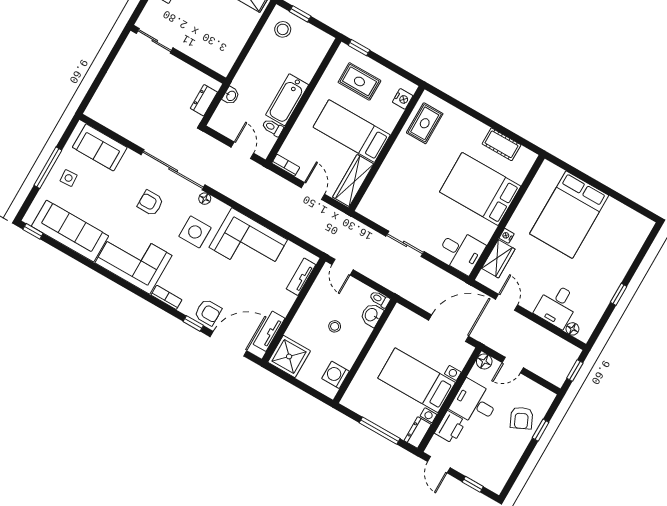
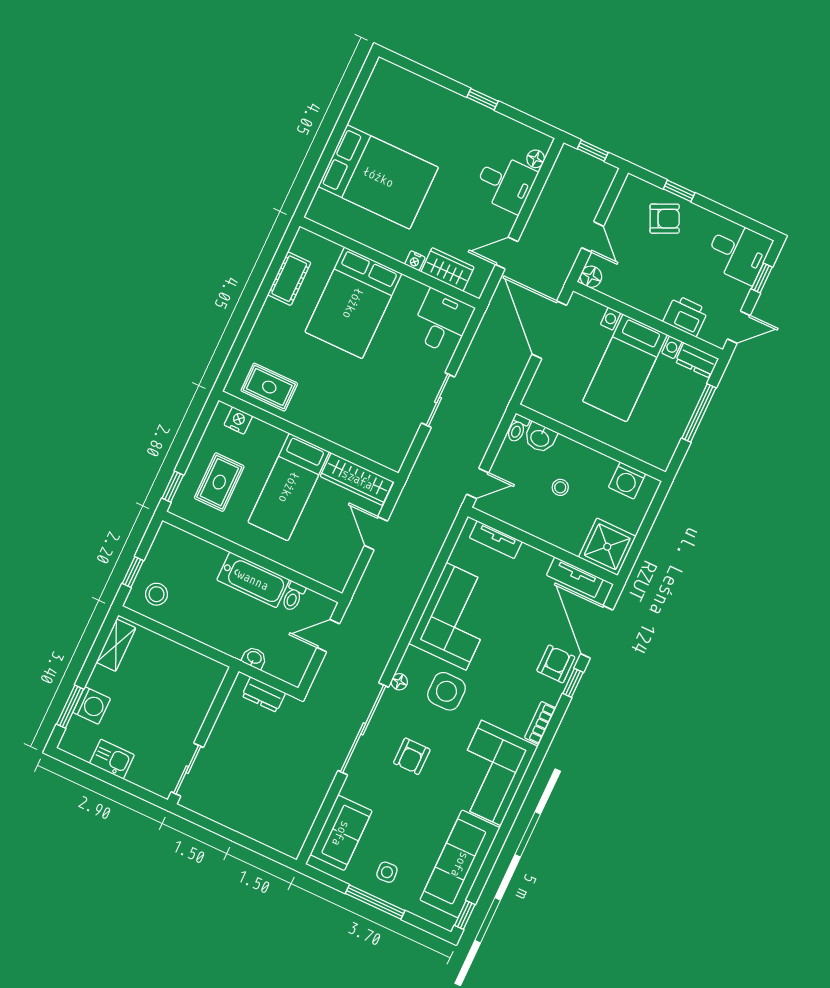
bookcase: (286, 165) -> (344, 574), removed
door: (313, 191) -> (376, 533), hinge flipped
desk: (474, 403) -> (738, 252), moved, turned -90

